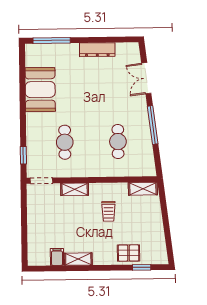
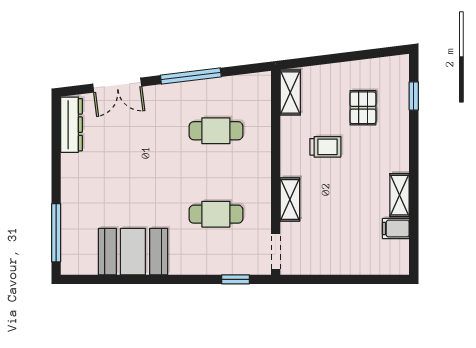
dresser: (97, 50) -> (72, 125), moved
pallet: (129, 253) -> (363, 108), moved

